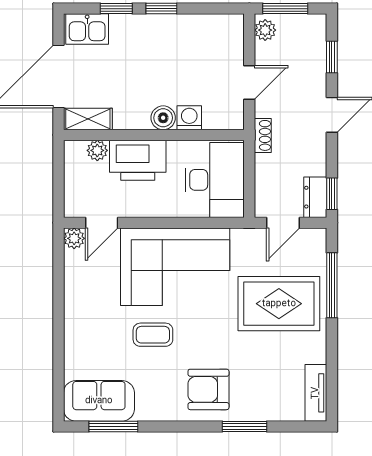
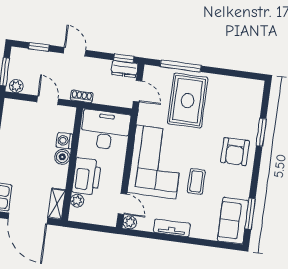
tv unit: (316, 393) -> (172, 228), moved, turned 180

